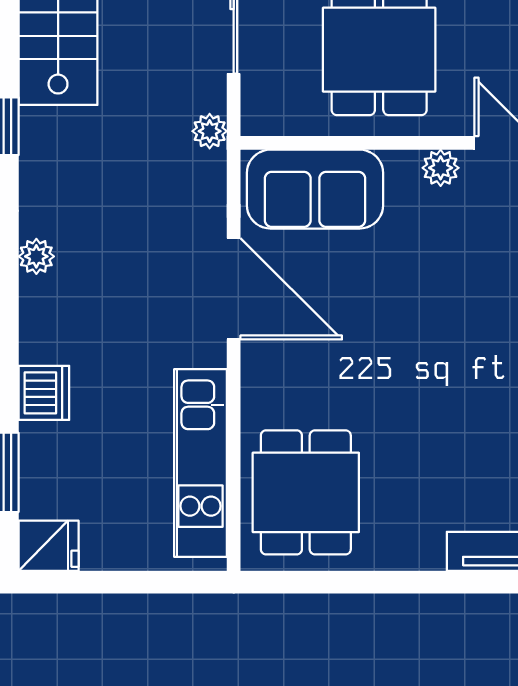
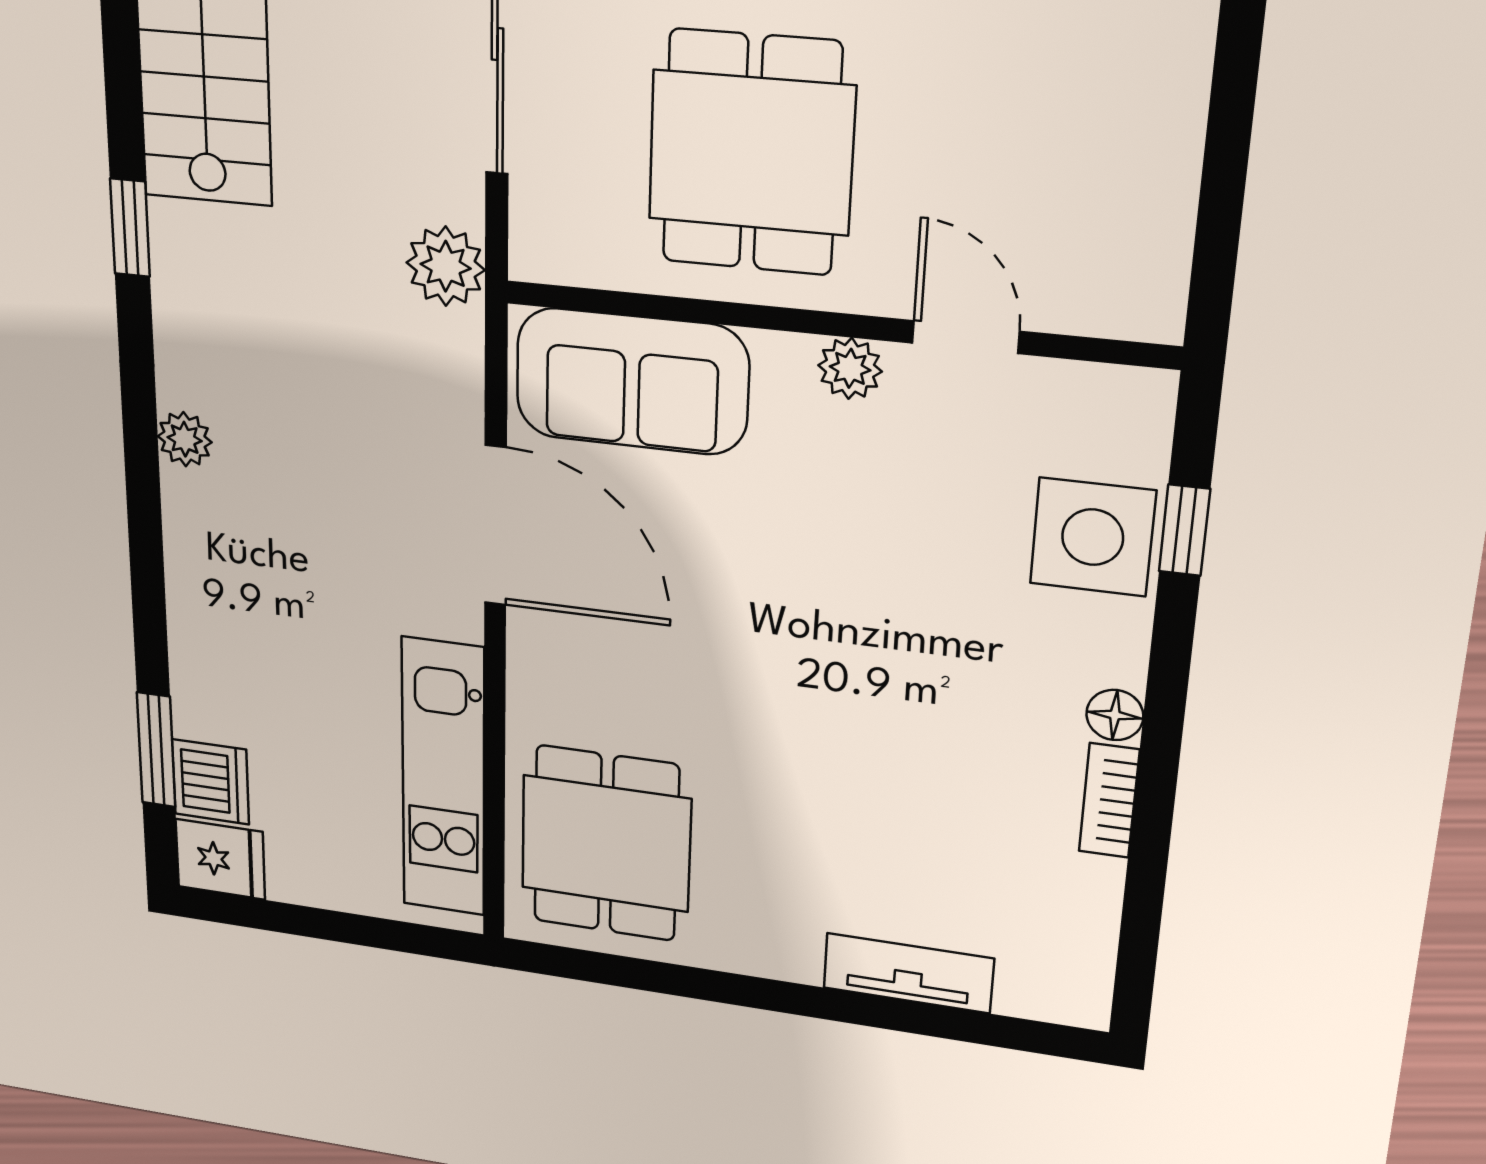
plant: (210, 131) -> (446, 266), width x1.38, depth x1.38
dishwasher: (44, 393) -> (210, 782), moved

